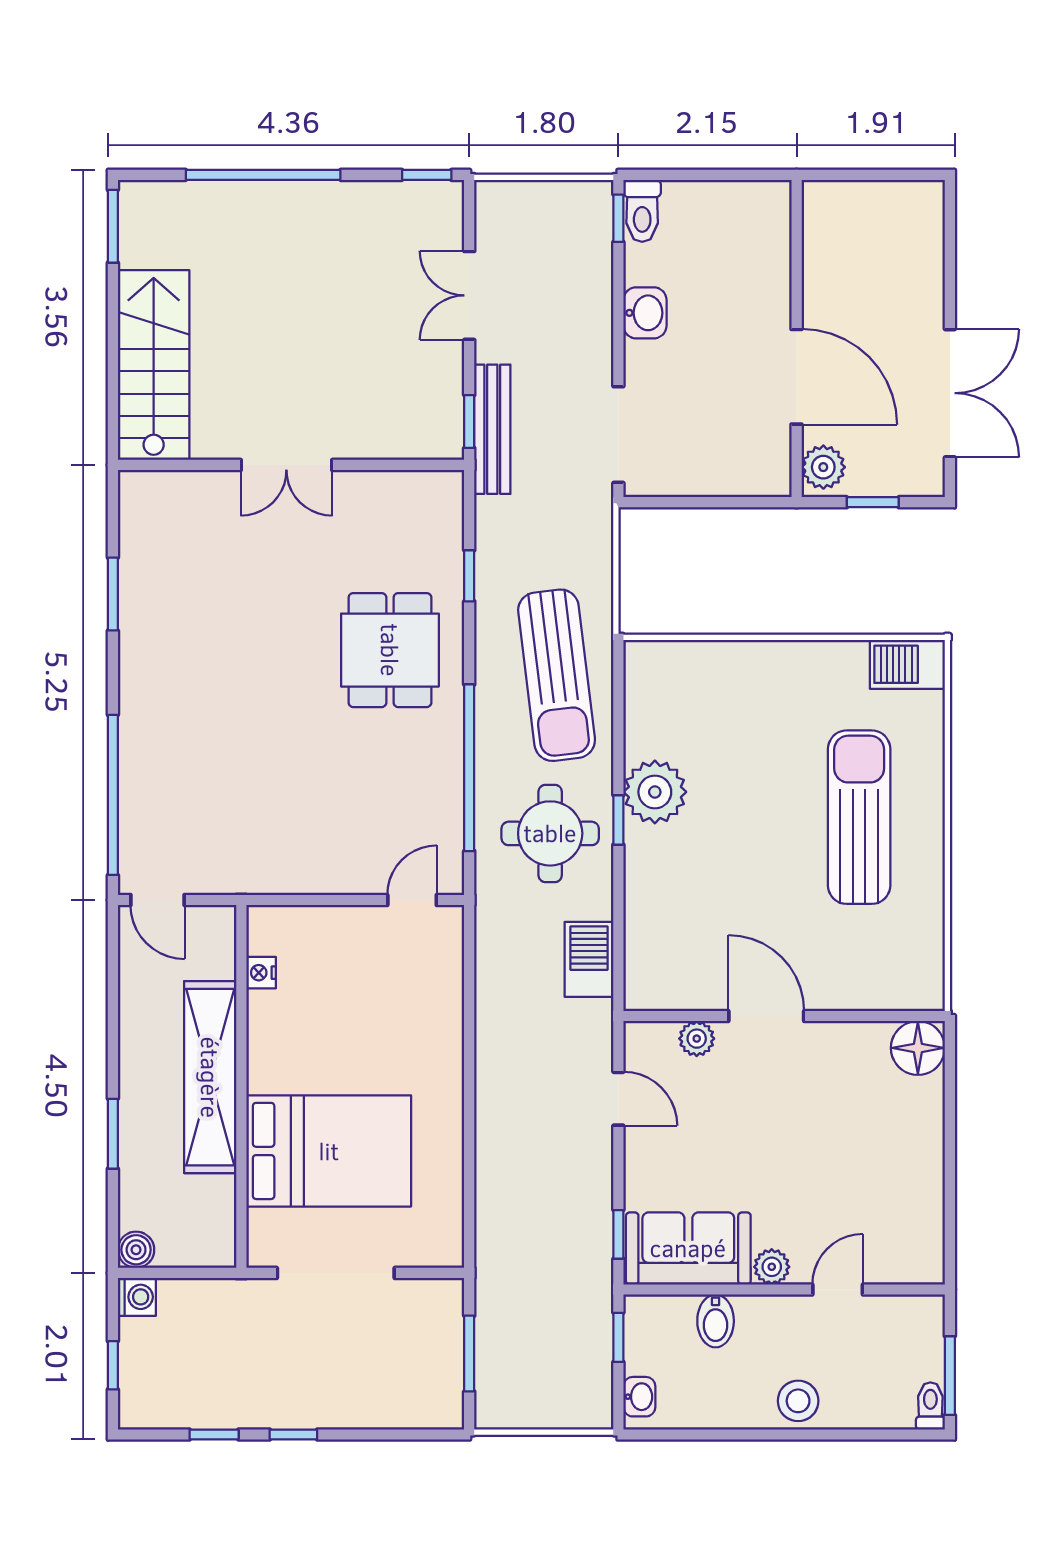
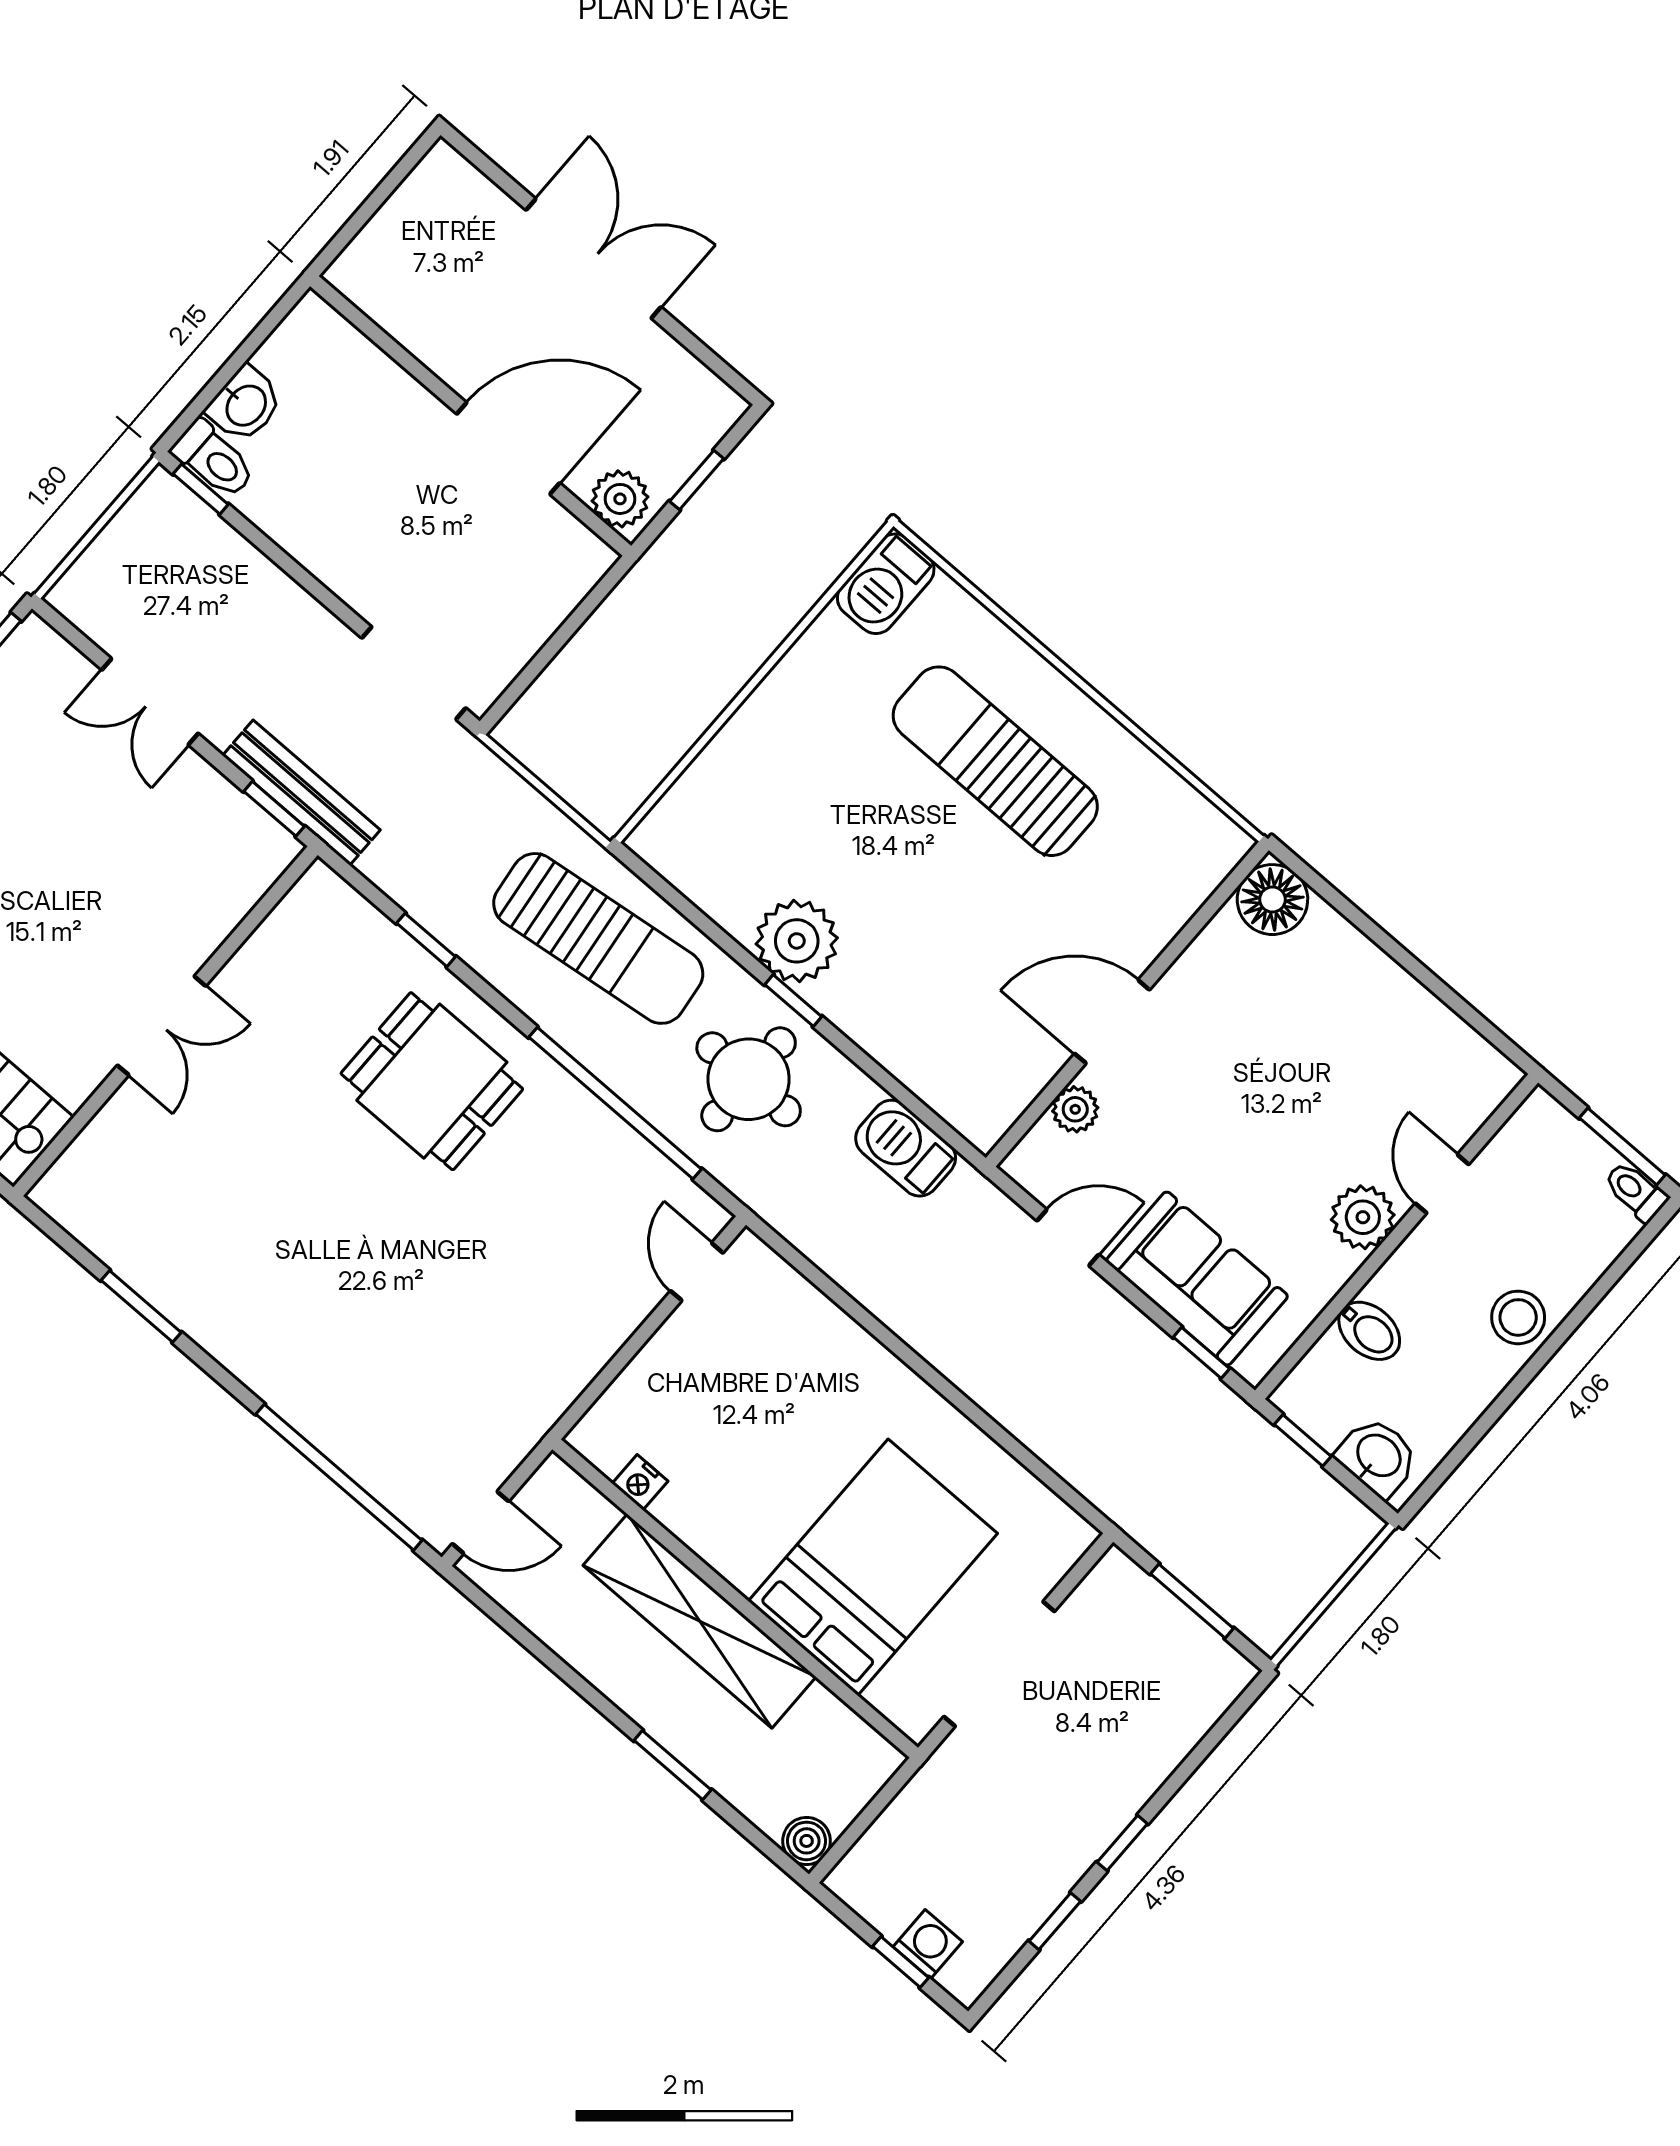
washbasin: (645, 313) -> (245, 405), moved, turned 90
double door: (950, 393) -> (594, 259), moved
sofa: (688, 1248) -> (1197, 1279), moved, turned 90
plant: (772, 1267) -> (1363, 1217), width x1.38, depth x1.38
washing machine: (137, 1297) -> (928, 1944), moved
washbasin: (639, 1397) -> (1378, 1457), width x1.38, depth x1.45

